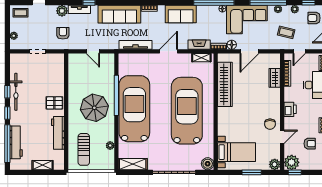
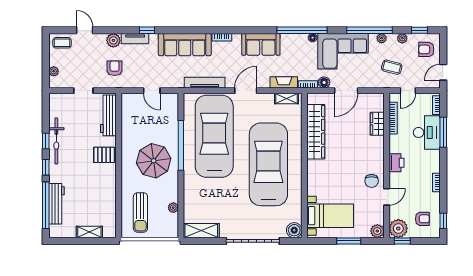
car: (134, 109) -> (214, 136), moved
workbench: (58, 133) -> (108, 115), moved
armchair: (310, 144) -> (422, 219), moved

